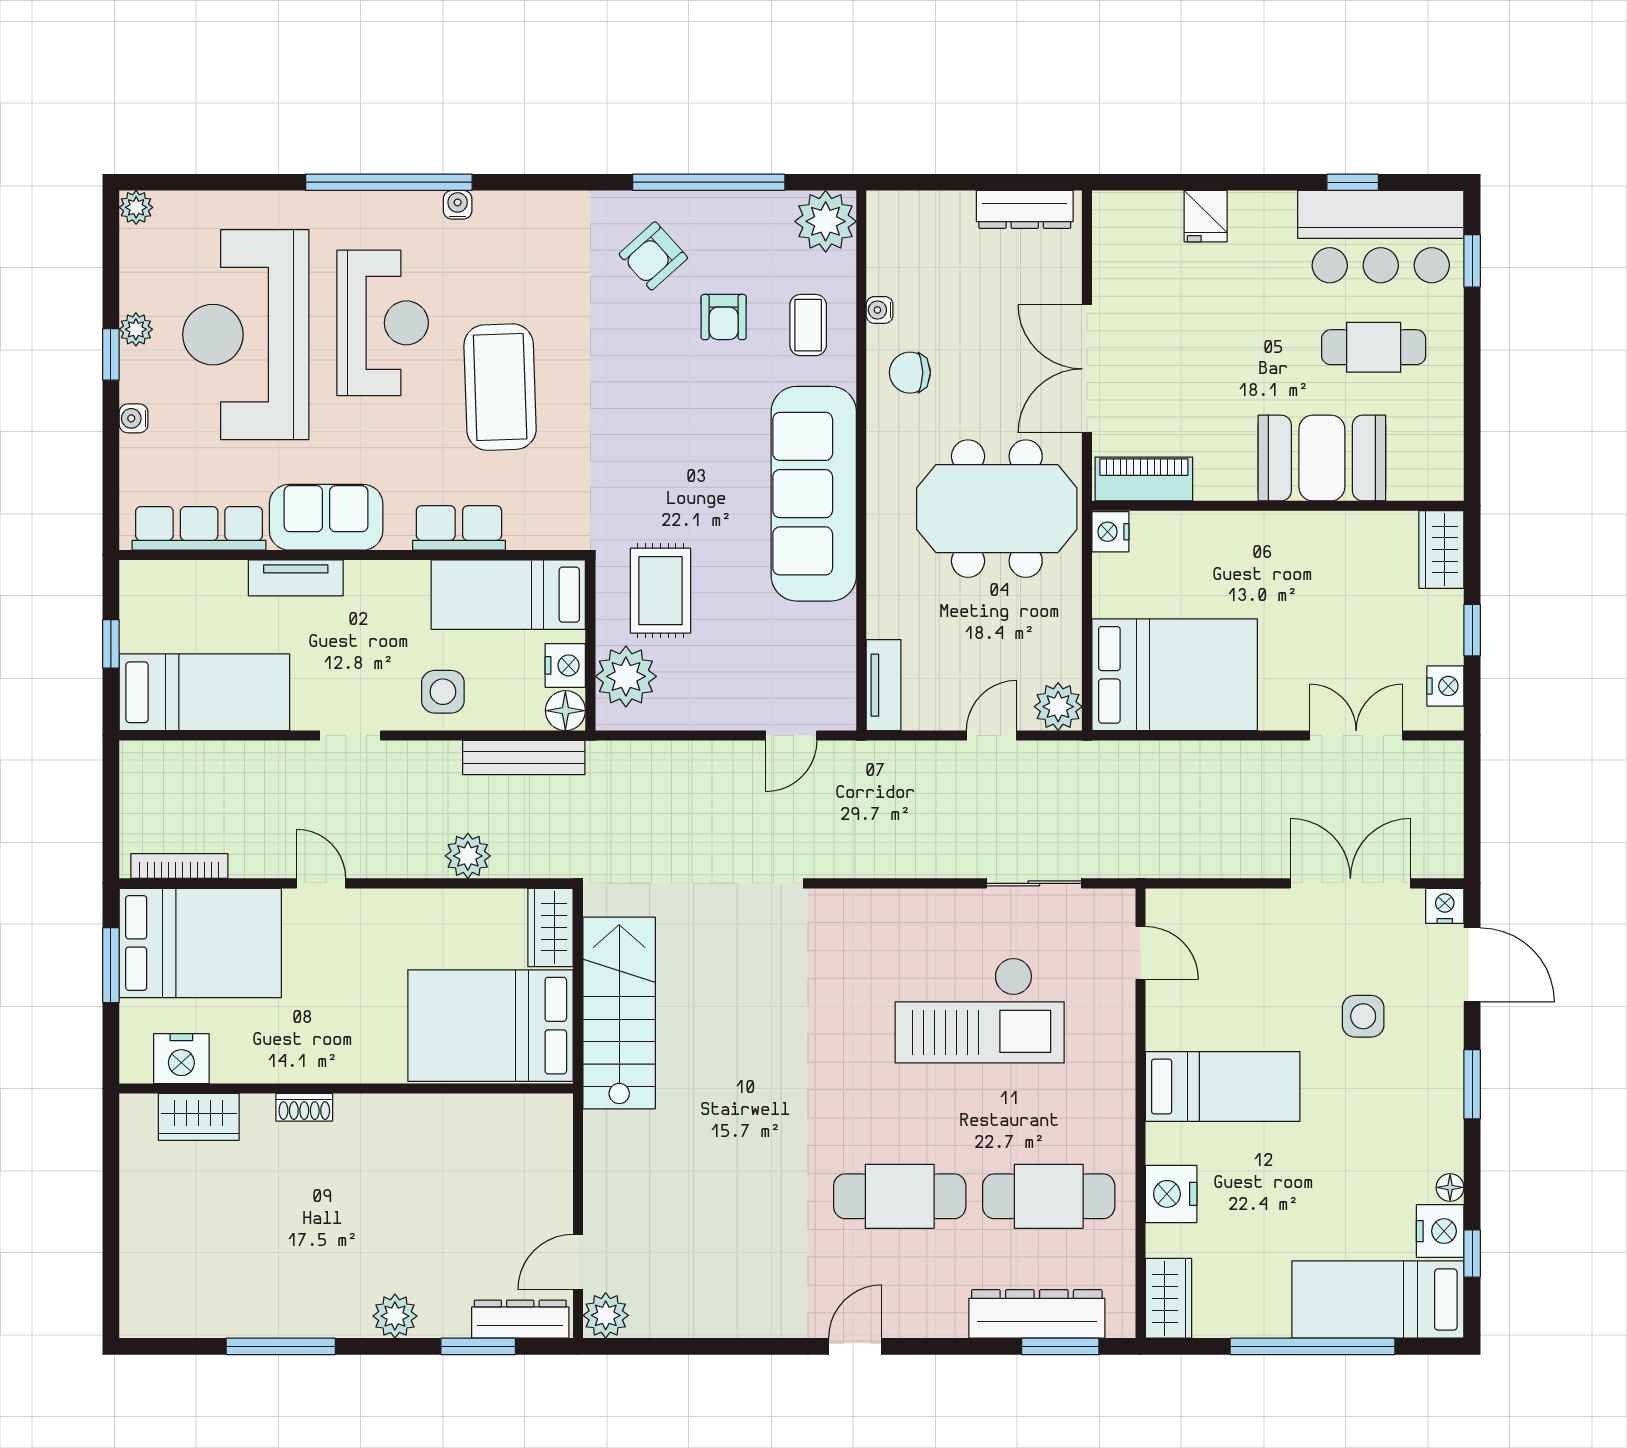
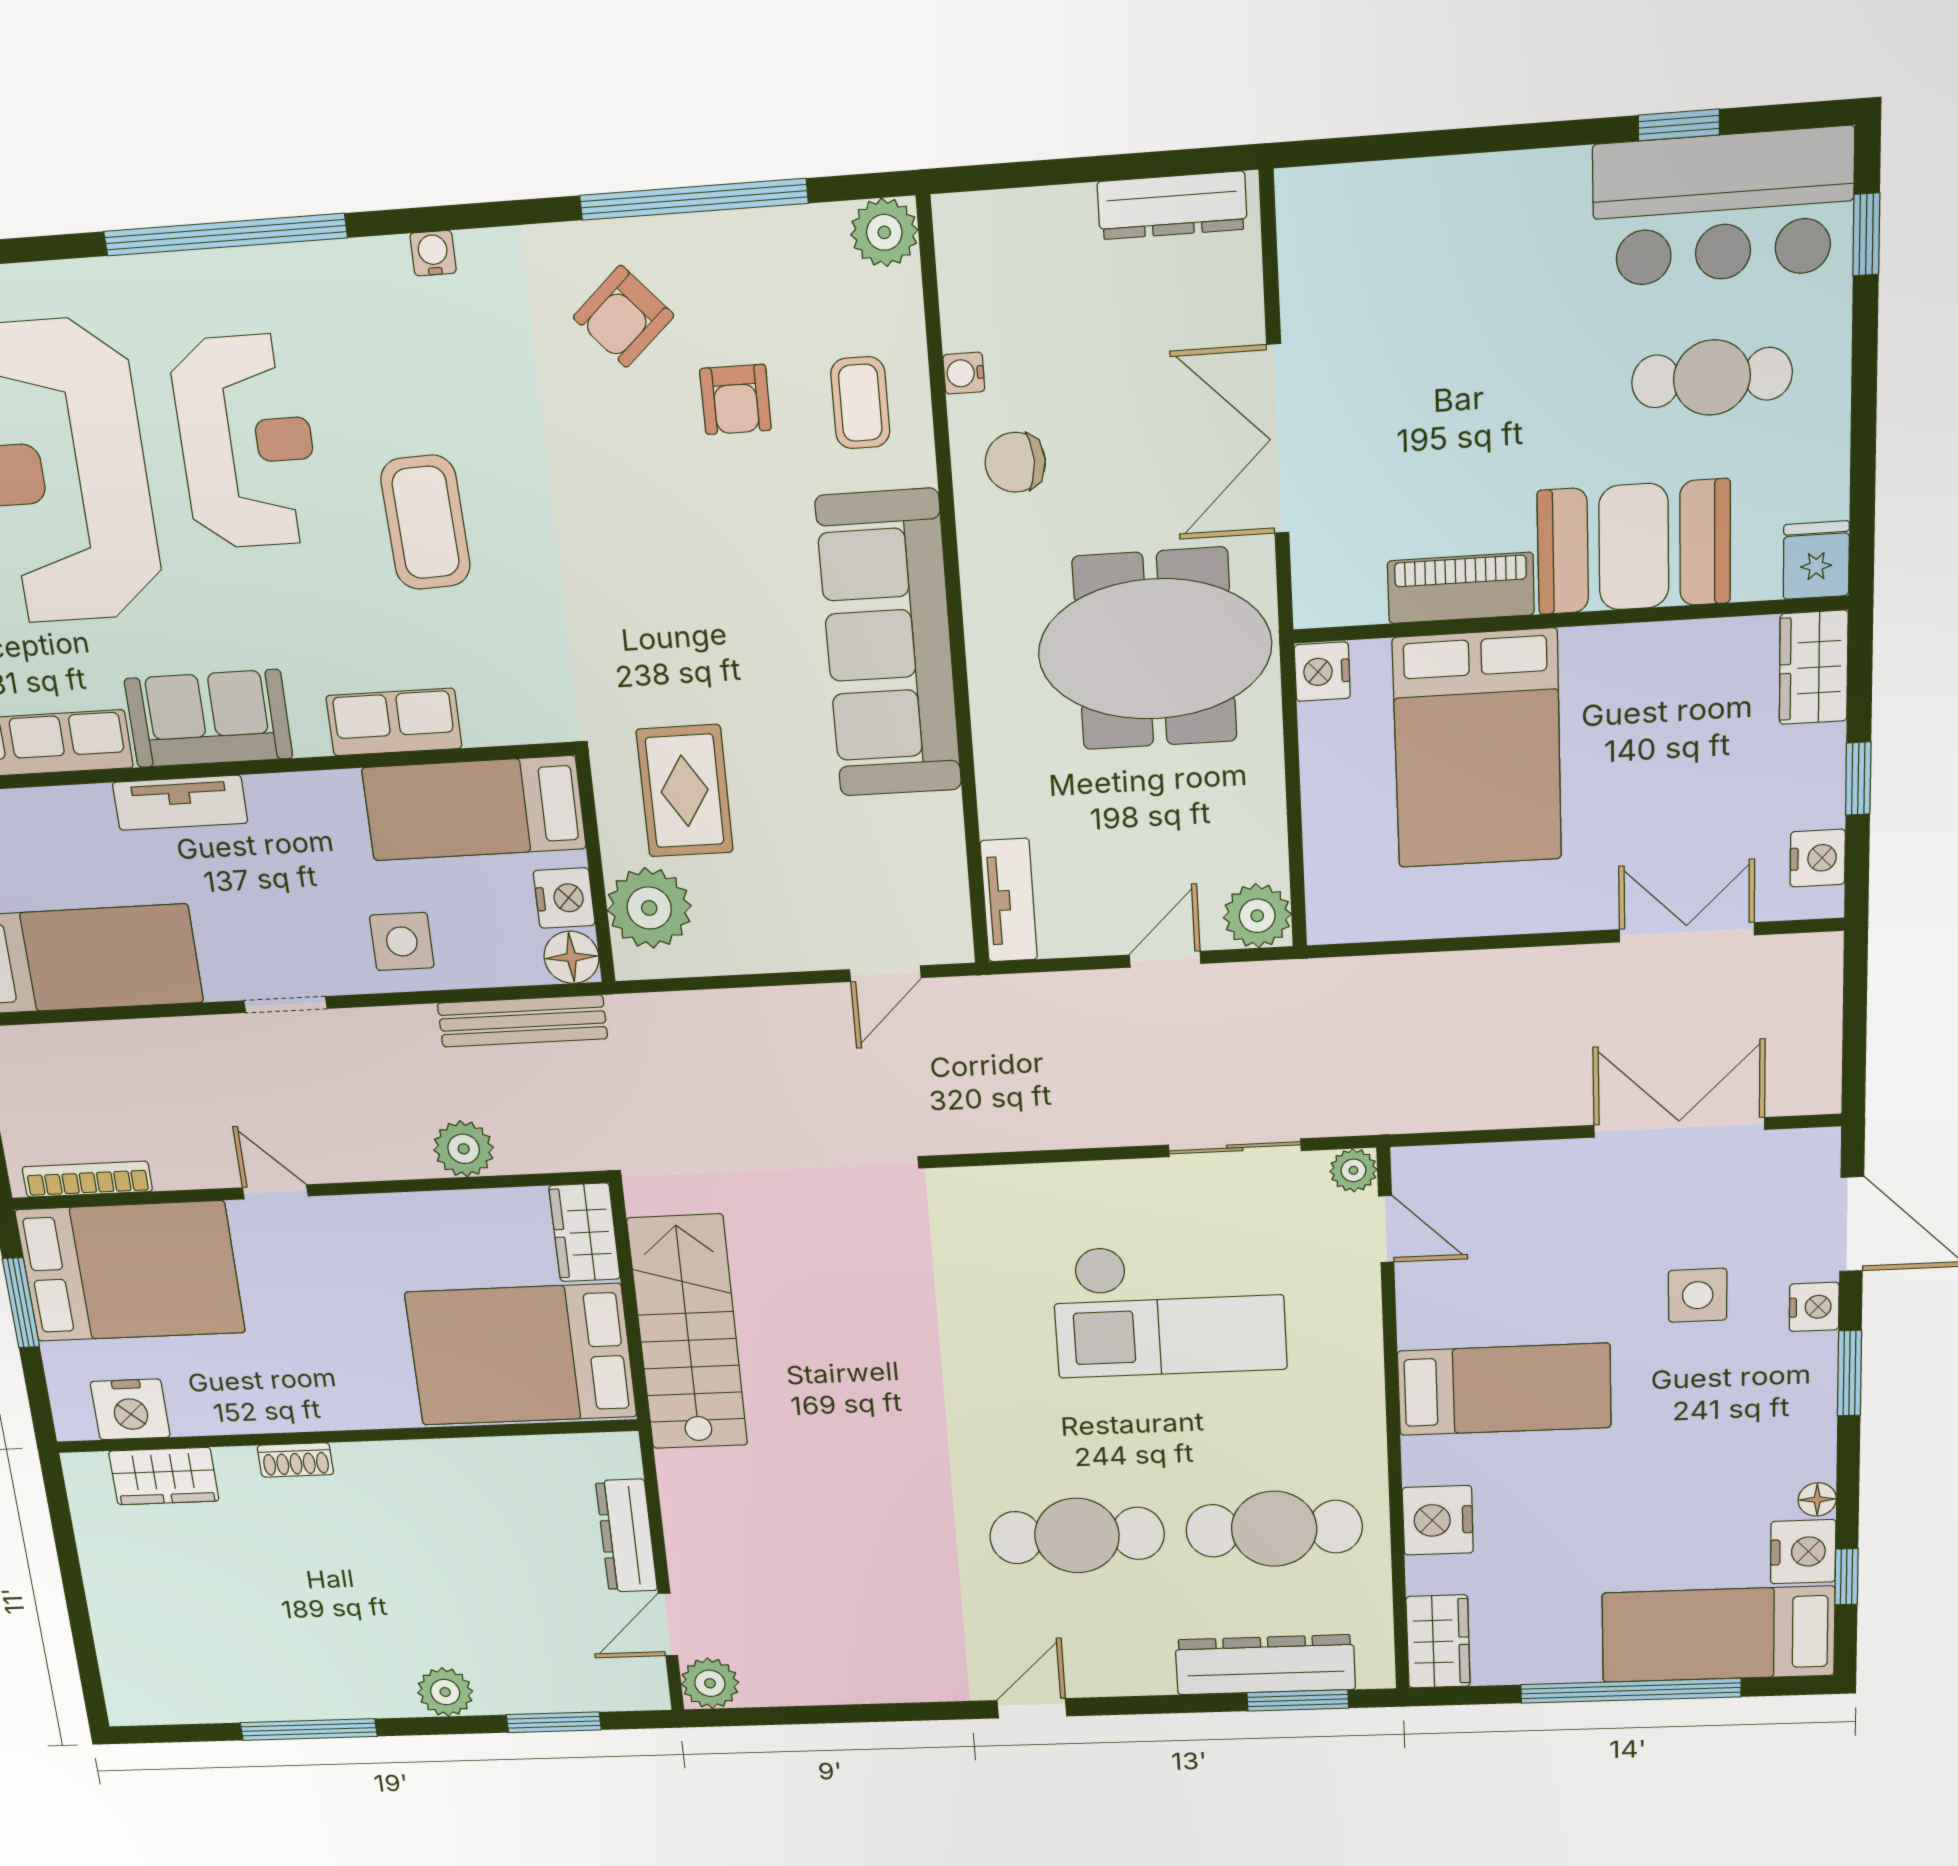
water cooler: (458, 205) -> (433, 253), moved
fridge: (1206, 216) -> (1816, 560), moved, turned 180
plant: (826, 221) -> (884, 232), width x0.73, depth x0.73
coffee table: (500, 387) -> (426, 522), width x0.73, depth x0.76
piano: (1144, 479) -> (1461, 588), moved
bed: (1175, 675) -> (1477, 749), moved, turned 90
plant: (1118, 905) -> (1353, 1170), added
nightstand: (1445, 906) -> (1814, 1307), moved, turned 90
dresser: (520, 1319) -> (626, 1536), moved, turned -90

